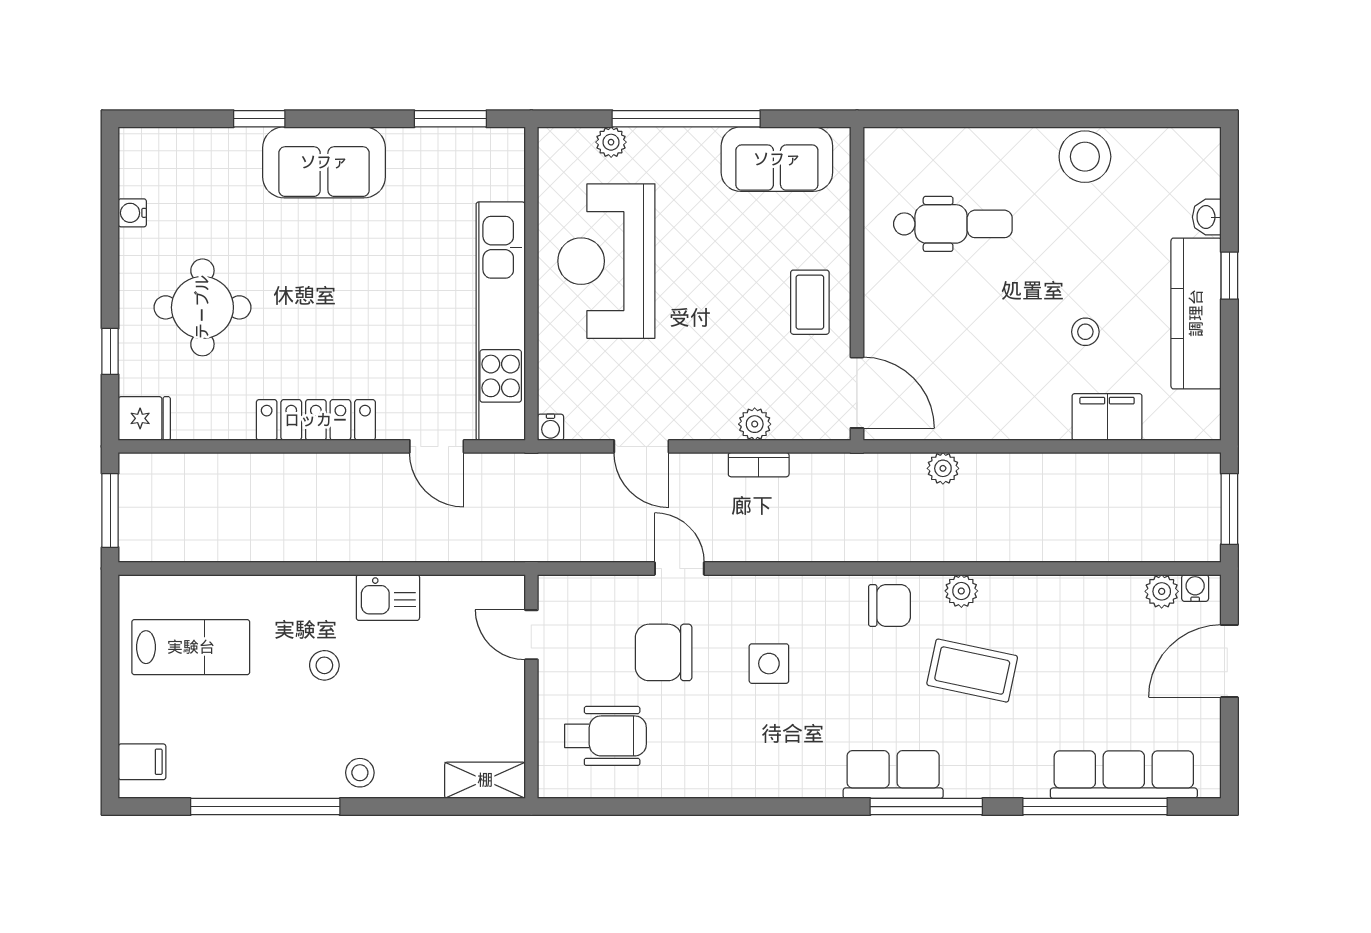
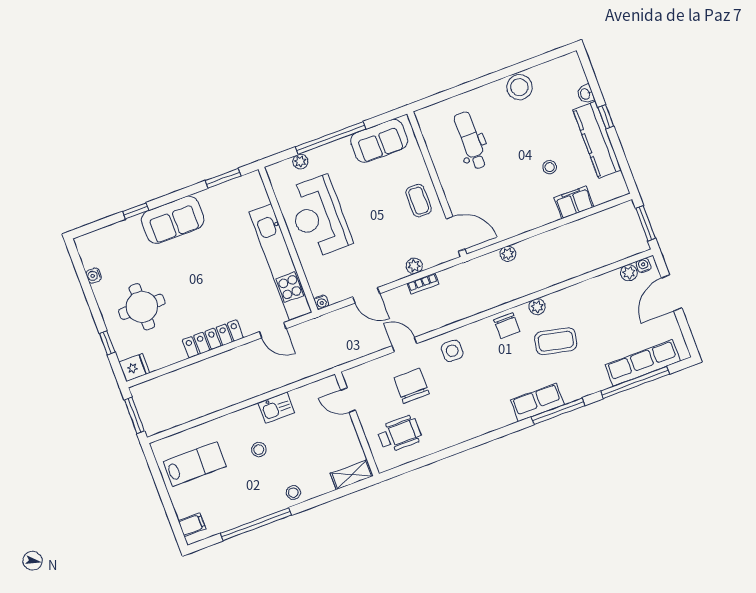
dental chair: (953, 224) -> (471, 140), turned -90
chair: (890, 605) -> (507, 326), turned 90
chair: (664, 652) -> (412, 386), turned 90
side table: (769, 664) -> (452, 351), moved

